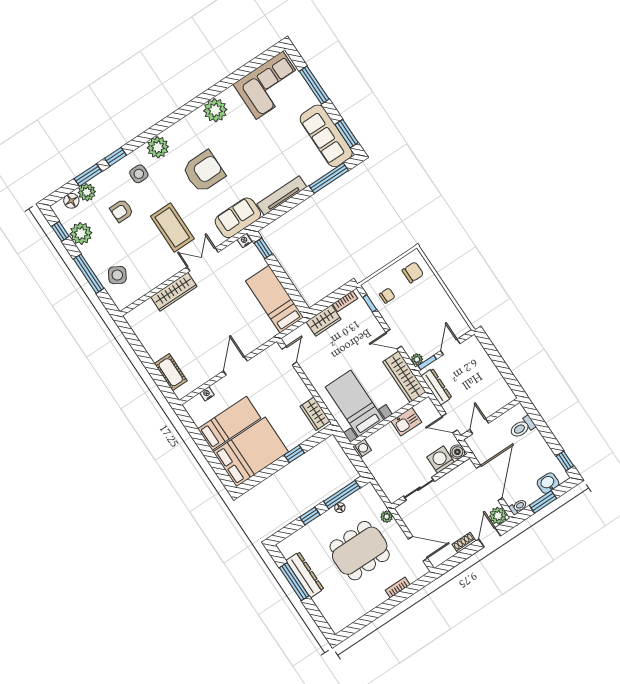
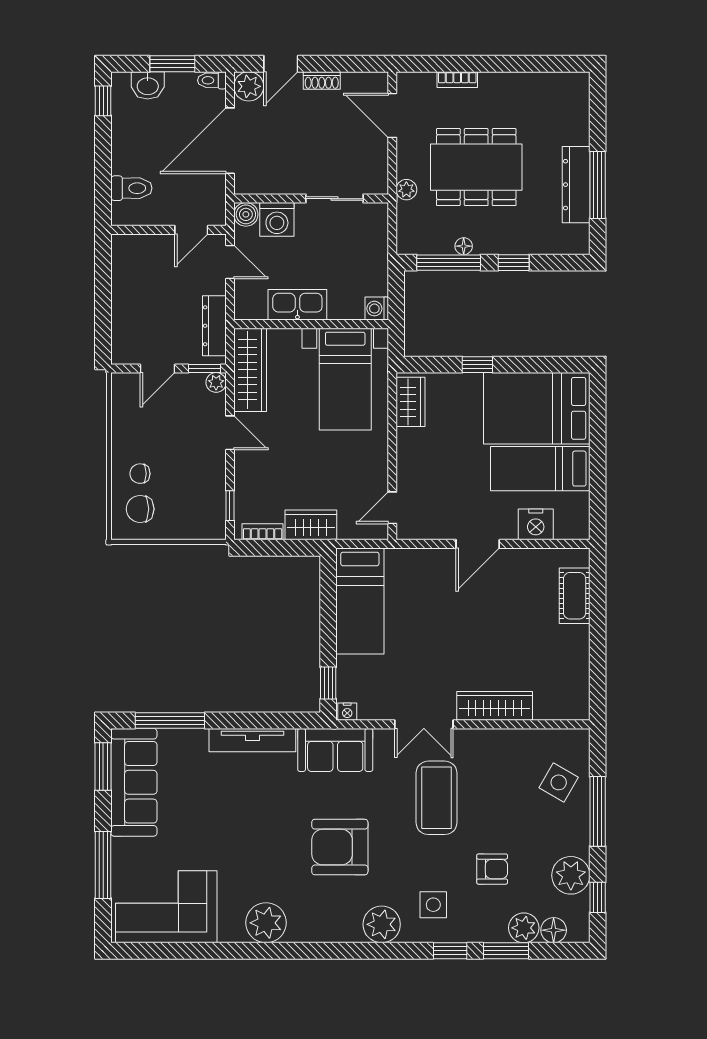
chair: (387, 296) -> (140, 474), moved
nightstand: (207, 394) -> (536, 524), width x1.89, depth x1.79
kitchen sink: (406, 422) -> (297, 305), width x1.38

